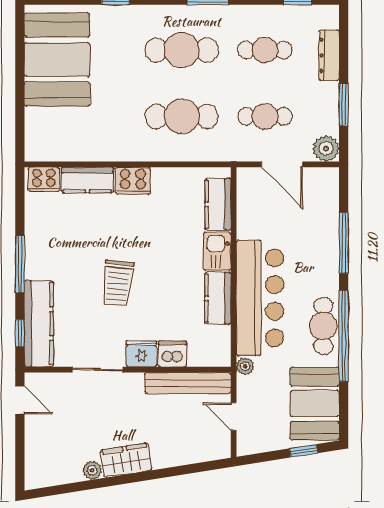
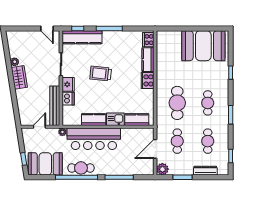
cafe table: (182, 50) -> (208, 103), width x0.73, depth x0.74
door: (20, 400) -> (47, 29), hinge flipped

